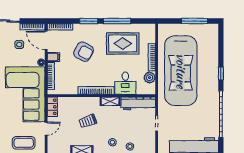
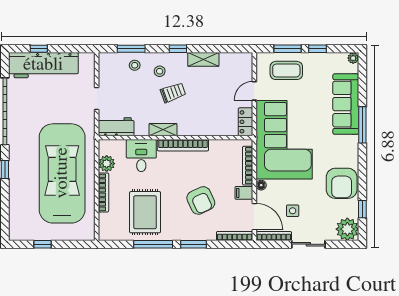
window: (195, 21) -> (42, 244), width x0.46
rug: (123, 43) -> (145, 212), turned 90
armchair: (84, 52) -> (201, 200), turned -143
workbench: (138, 103) -> (116, 127), width x0.73
trolley: (88, 121) -> (173, 93), moved

